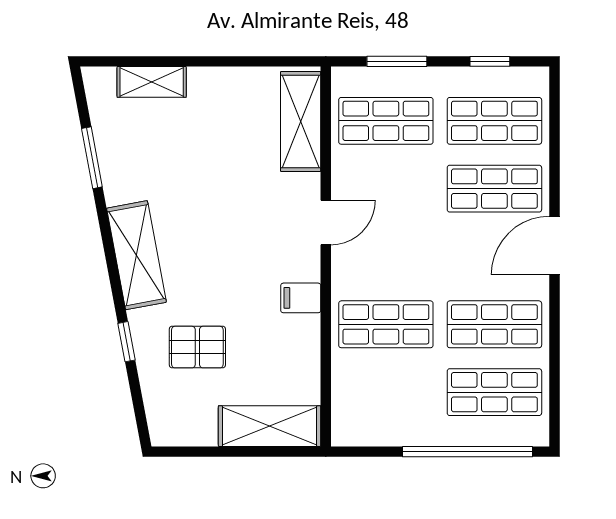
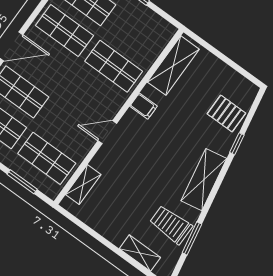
shelving: (301, 122) -> (83, 184), width x0.67, depth x0.75
trolley: (137, 155) -> (171, 225), added
pallet: (197, 347) -> (226, 113), moved
shelving: (270, 426) -> (173, 66), moved, turned 90

